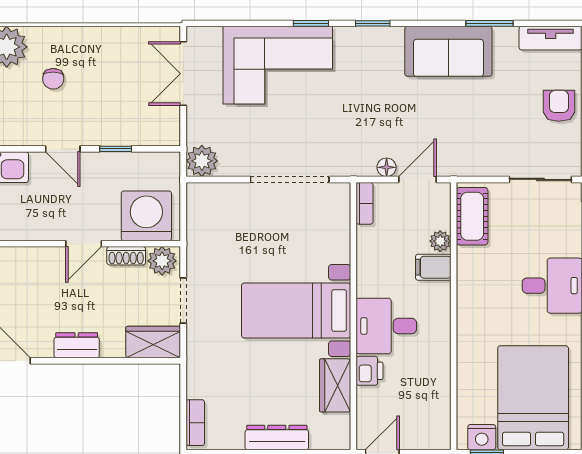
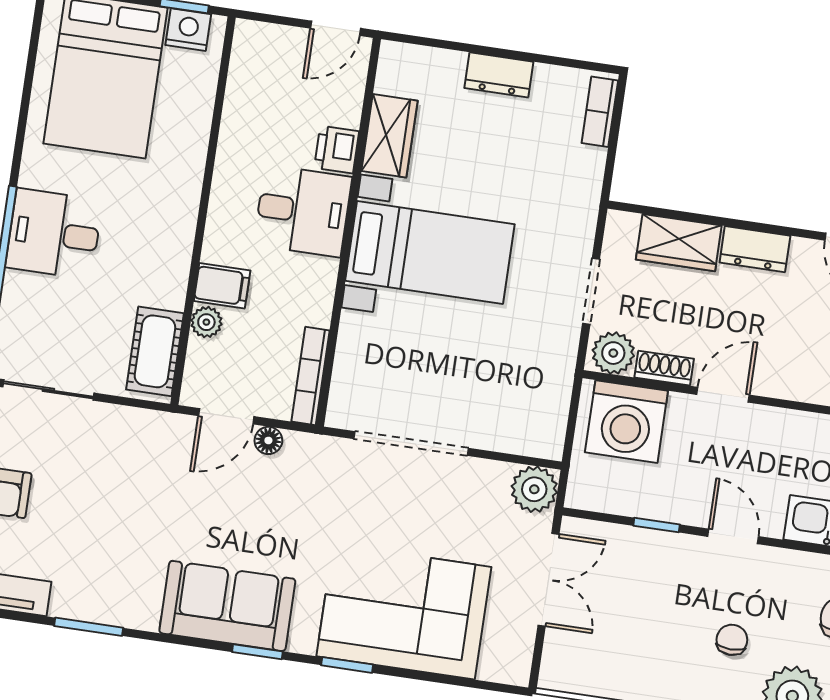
sofa: (448, 51) -> (227, 606), moved
double door: (183, 74) -> (548, 580), moved
bookcase: (364, 203) -> (310, 376), width x1.56
wardrobe: (153, 342) -> (679, 243), moved
dresser: (277, 438) -> (499, 75), width x0.70

